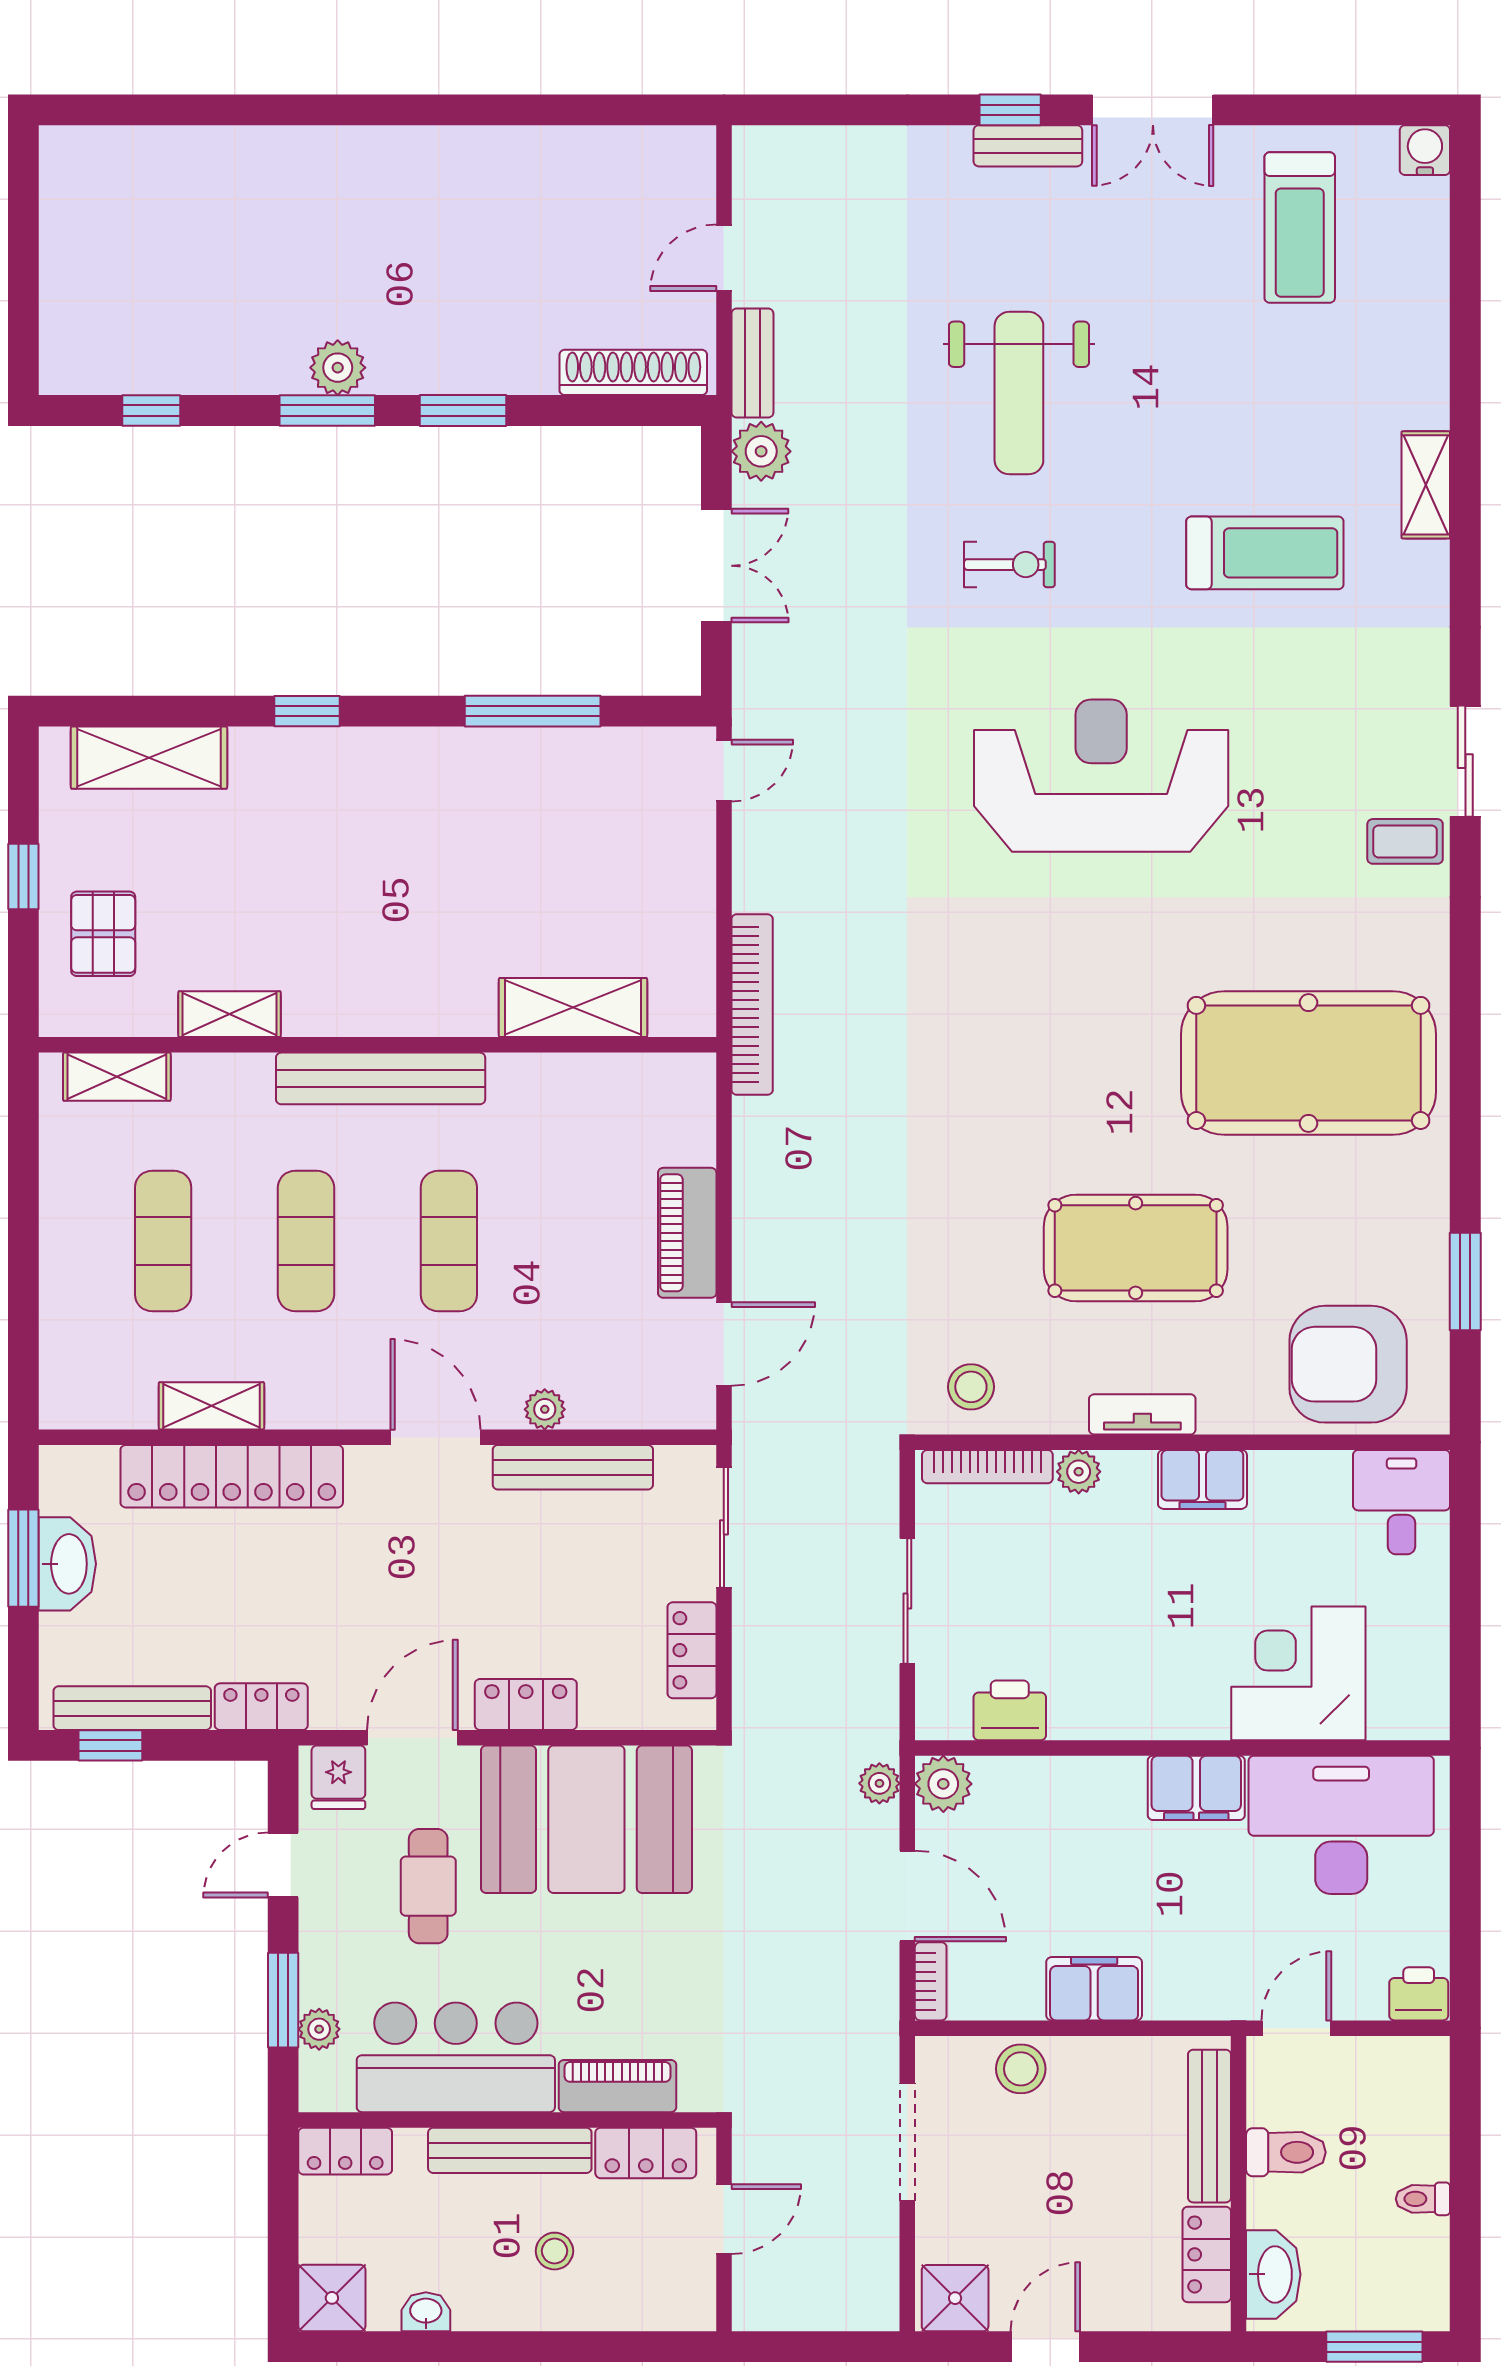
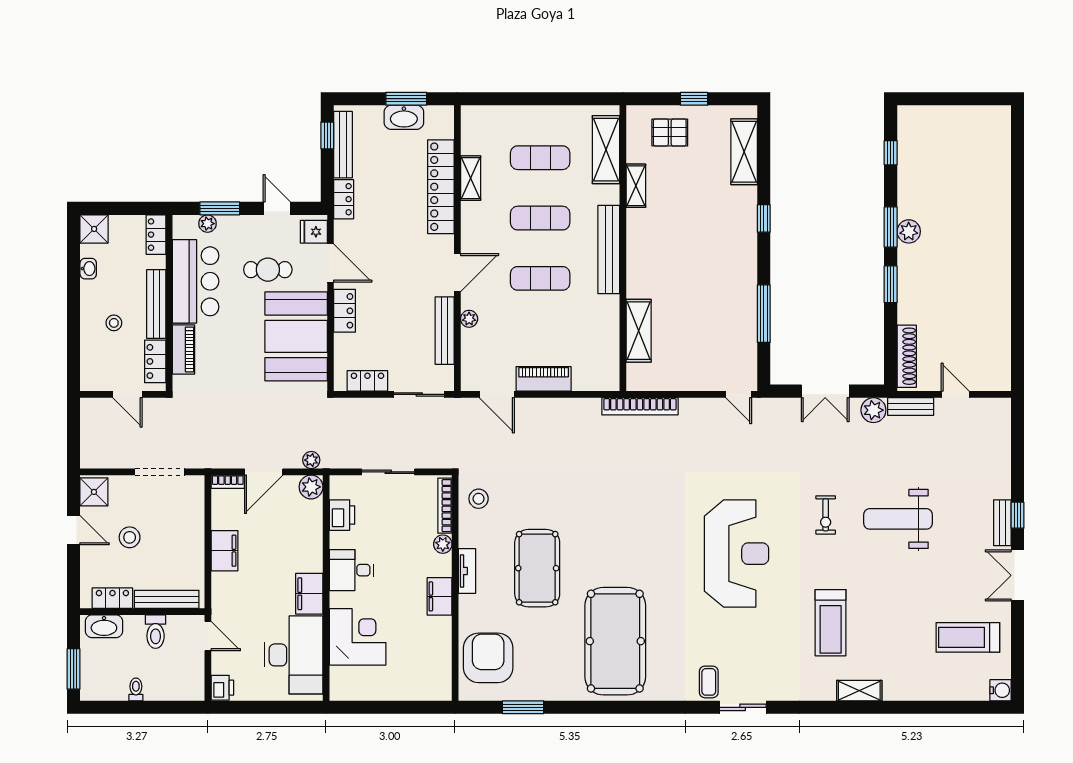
shelving: (117, 1077) -> (606, 150), width x1.50, depth x1.33
desk: (1402, 1502) -> (351, 570), moved, turned 180
stool: (1021, 2069) -> (130, 537), moved

